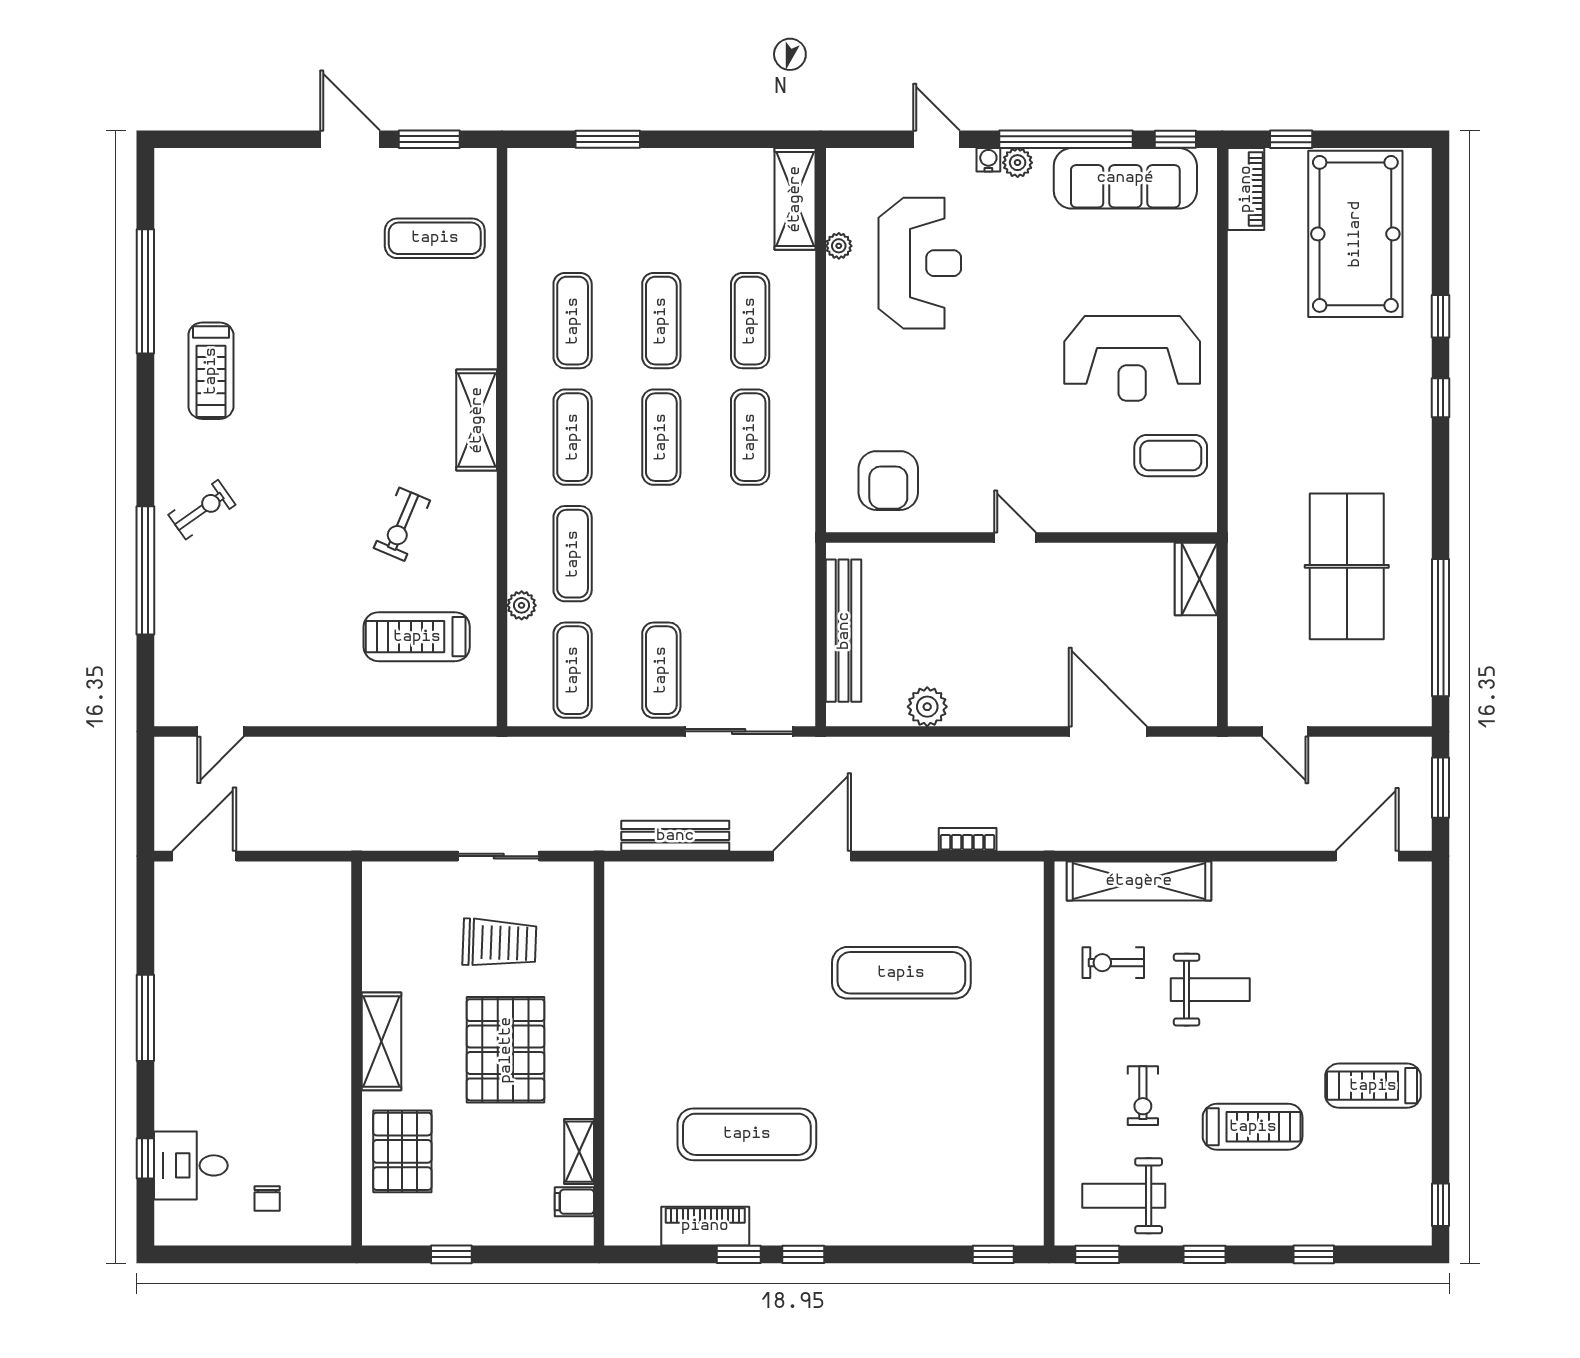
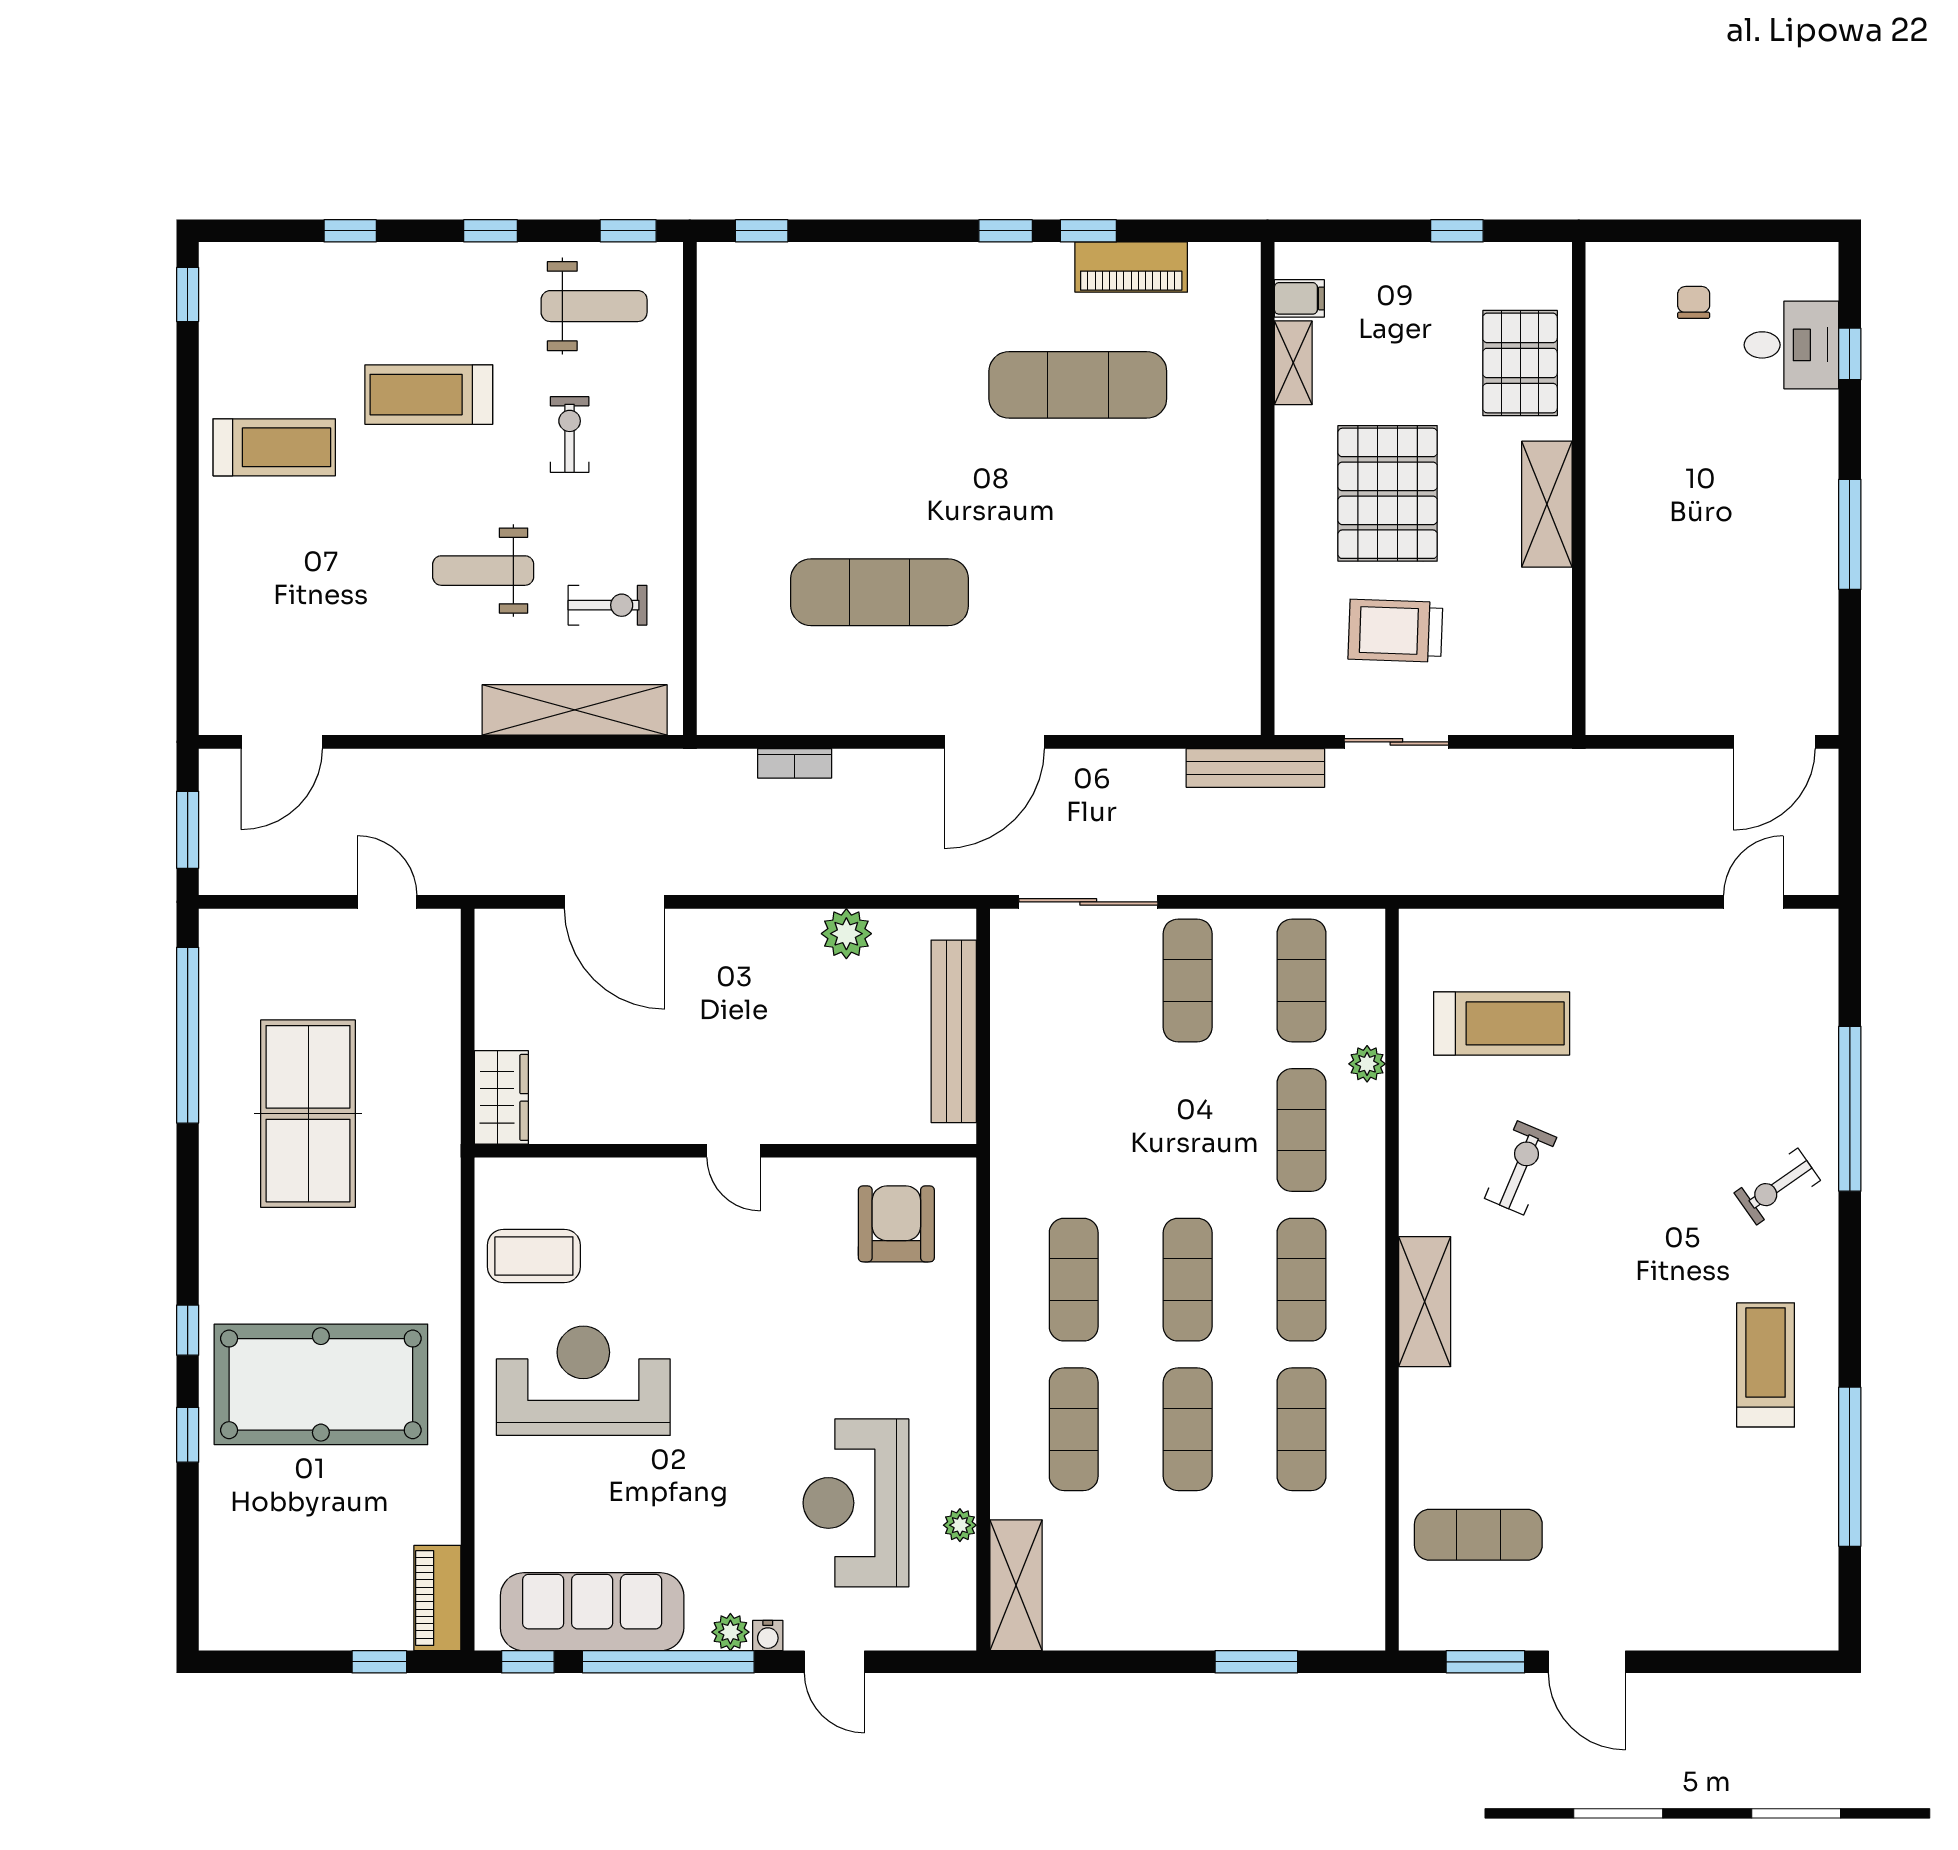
pool table: (1355, 234) -> (321, 1384), moved, turned 90
bench: (675, 836) -> (1255, 768), moved

